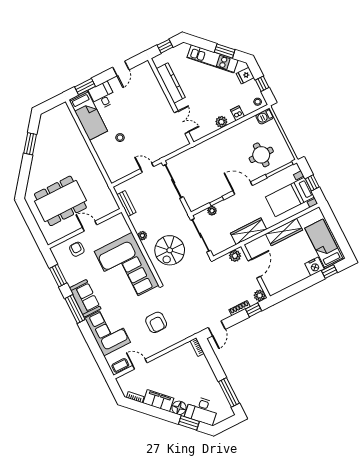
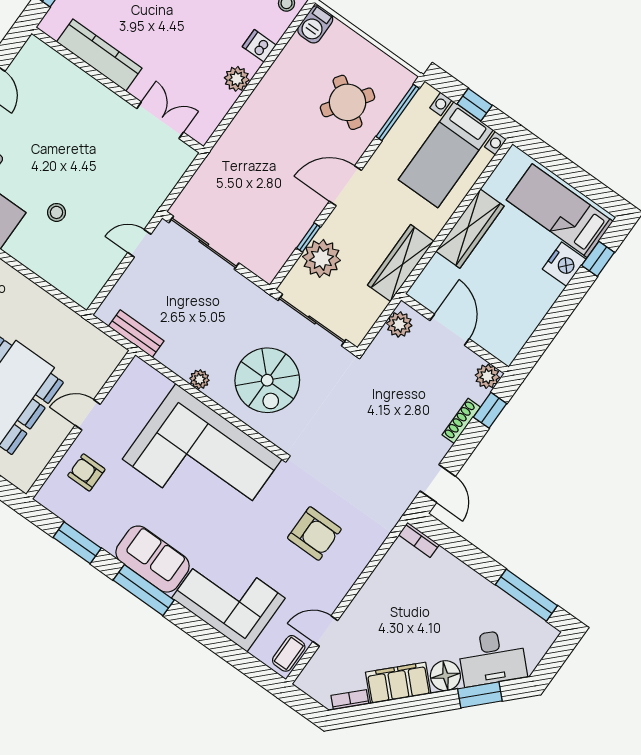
round table: (261, 155) -> (348, 102), turned 35
plant: (212, 211) -> (321, 258), width x1.87, depth x1.87

